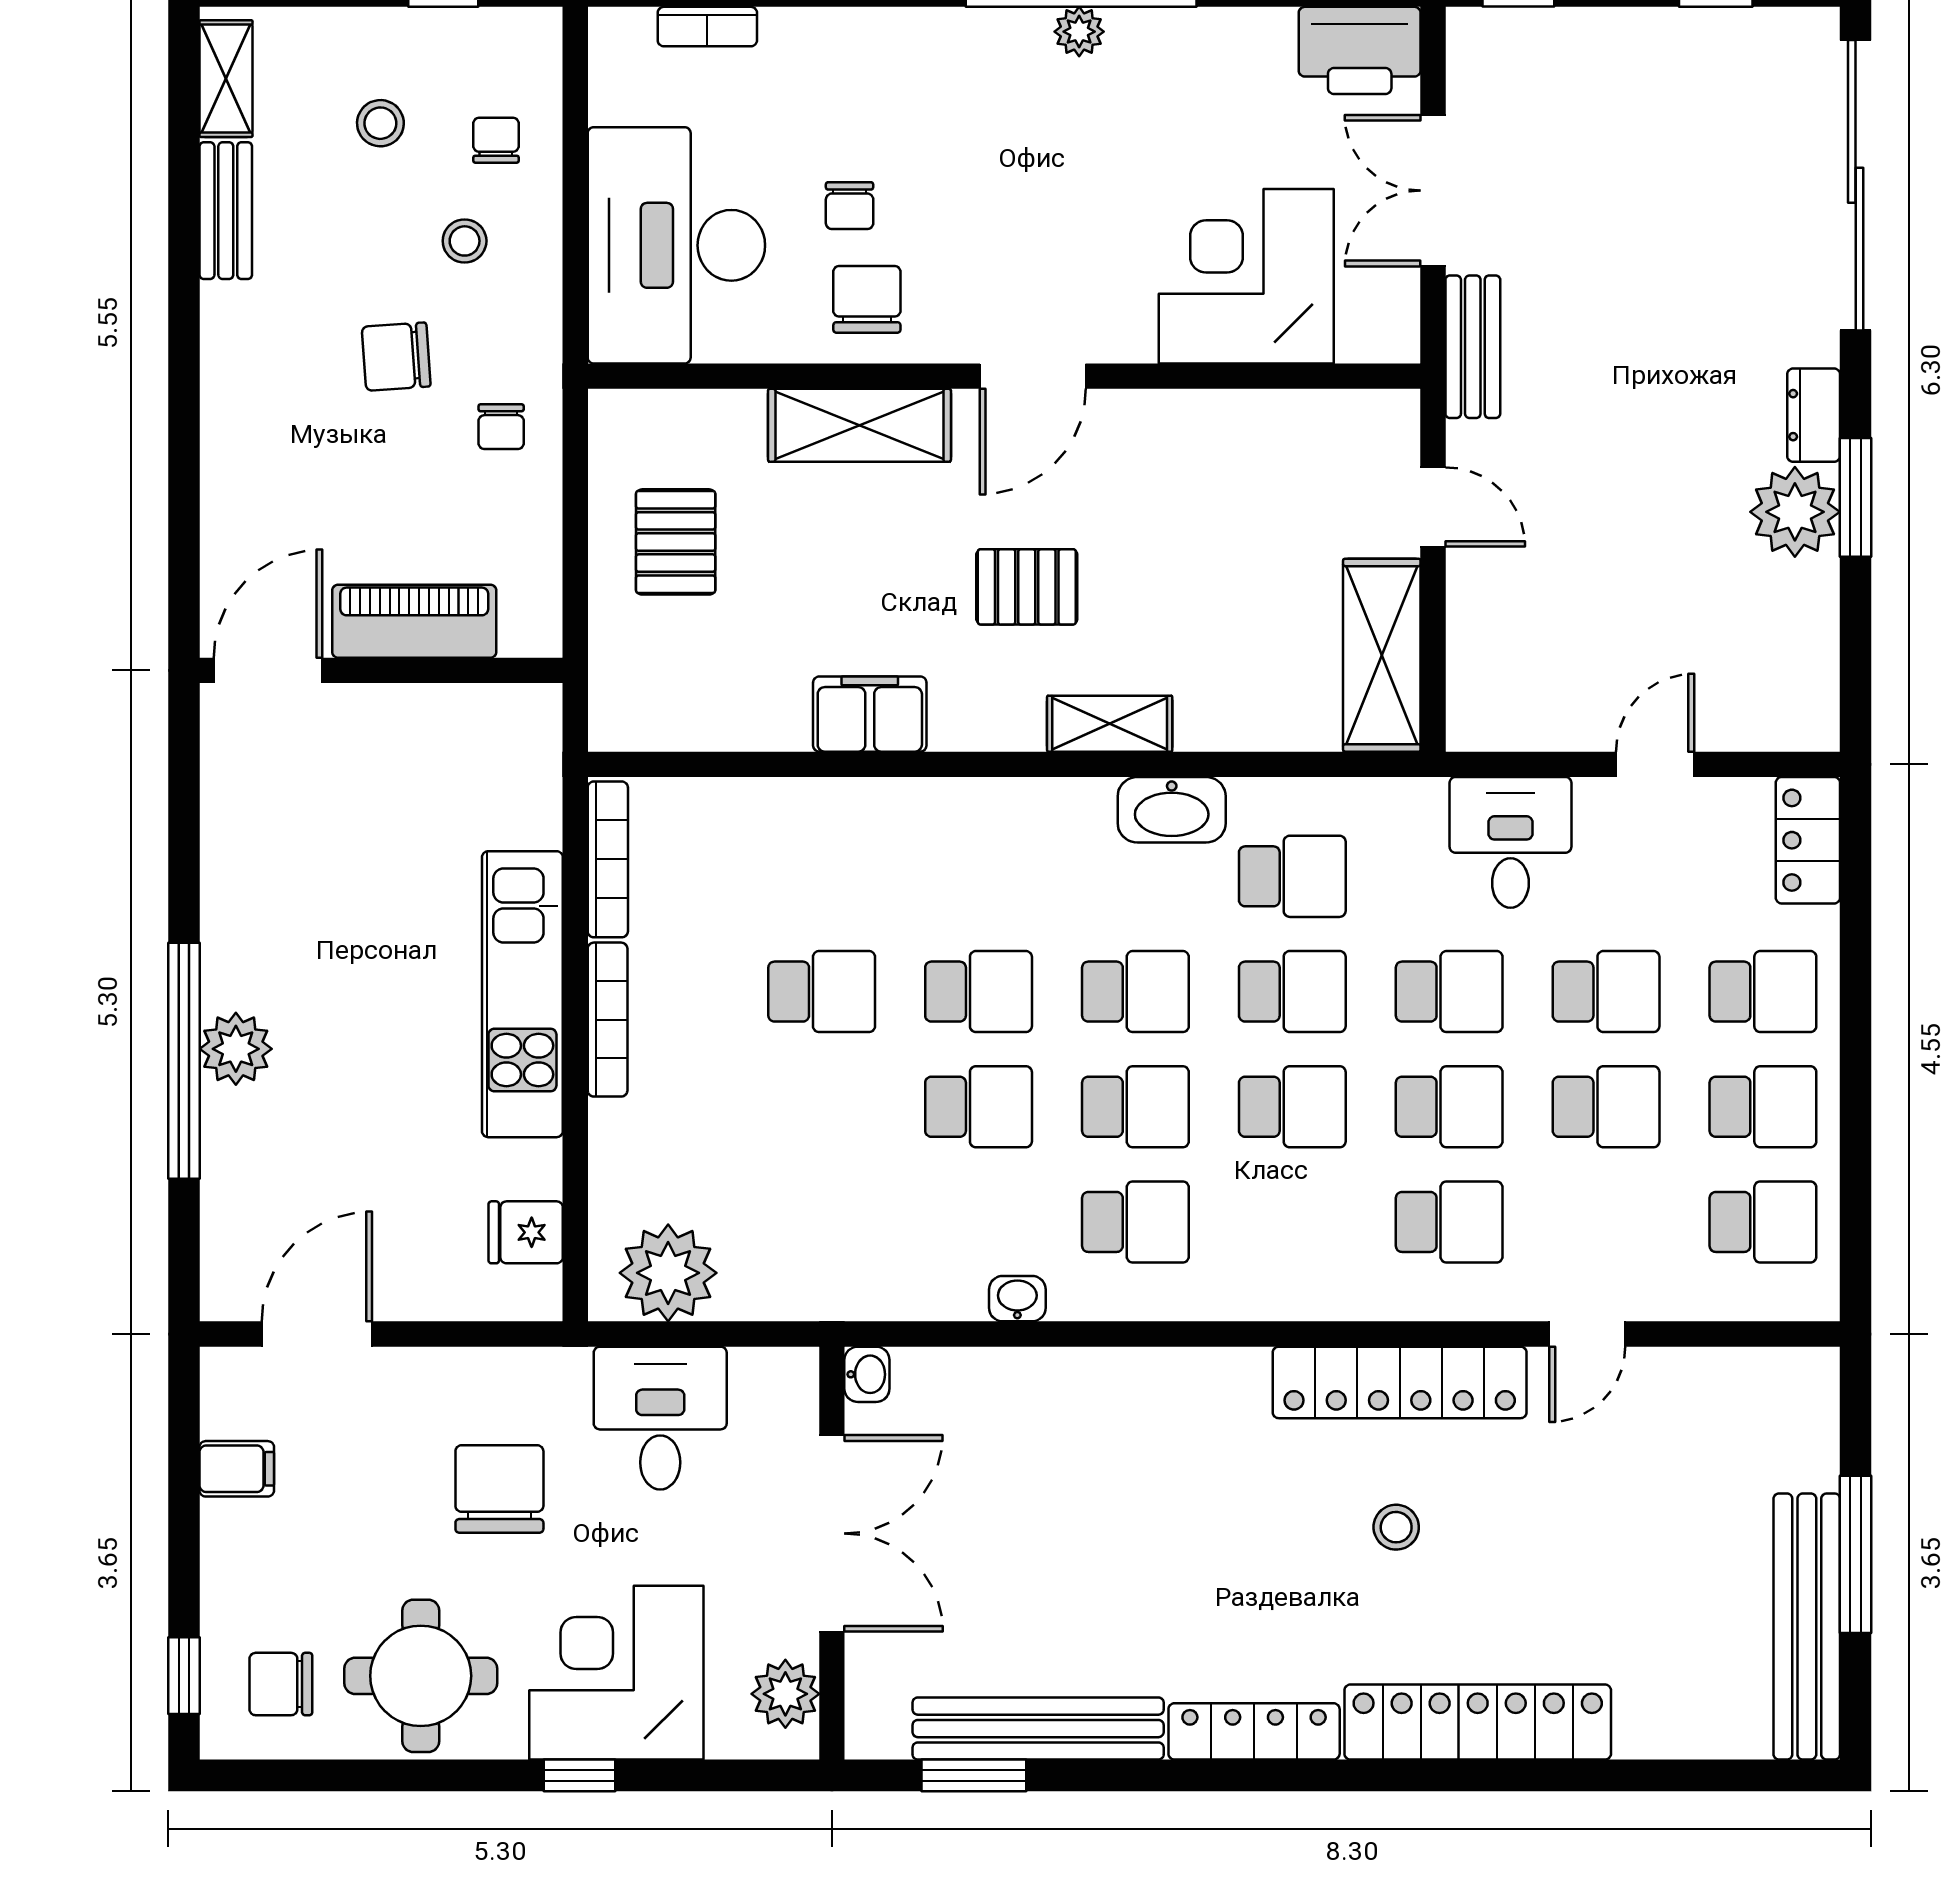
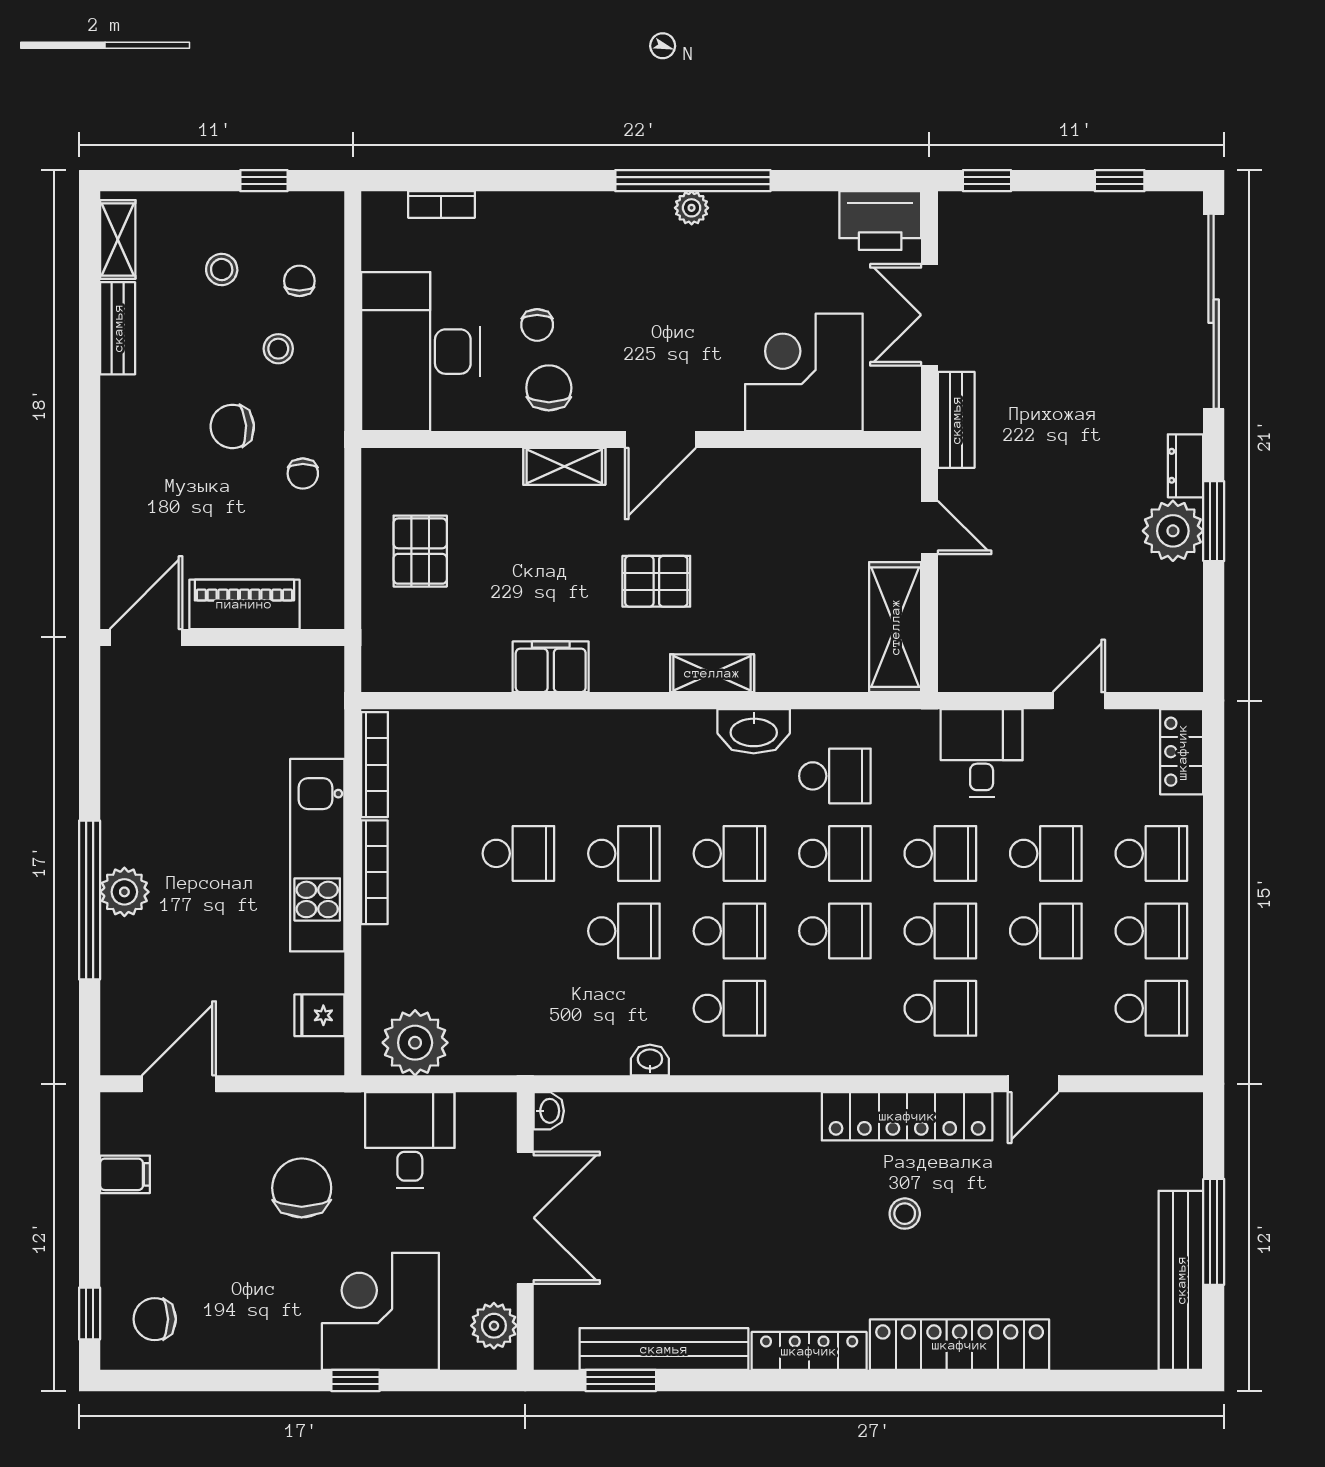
shelving: (859, 425) -> (564, 466), width x0.67, depth x0.75
round table: (421, 1676) -> (249, 1314), removed

